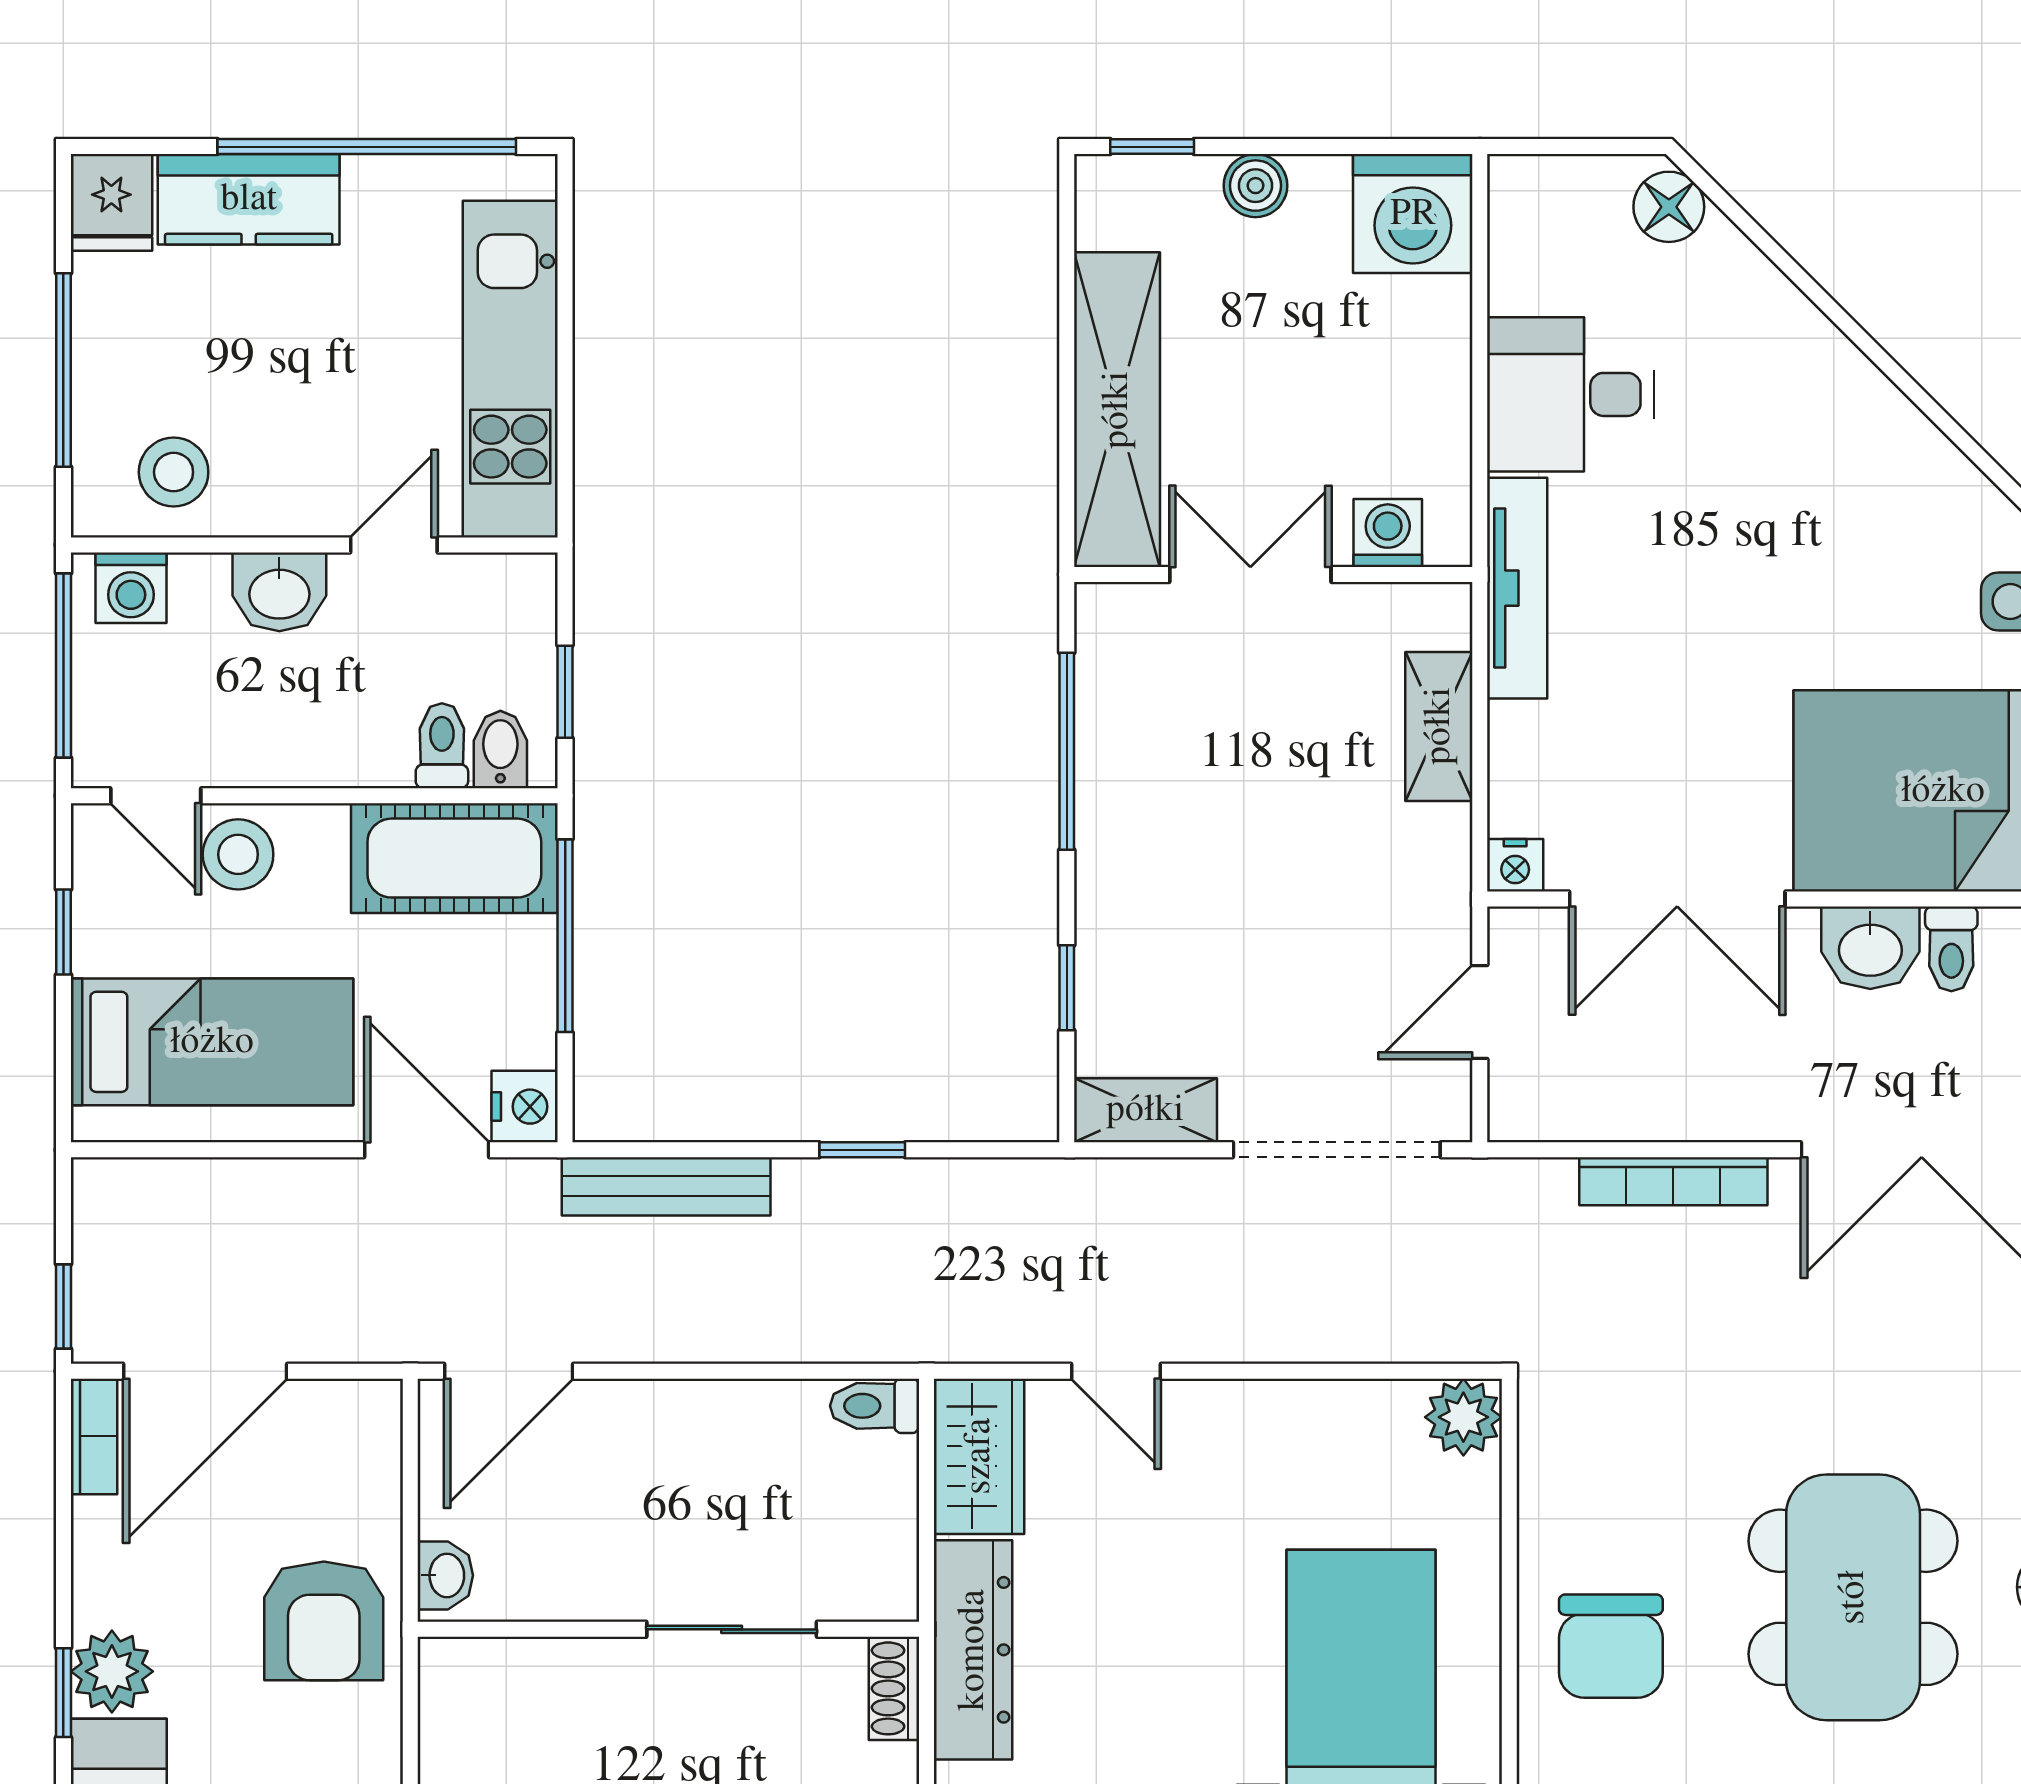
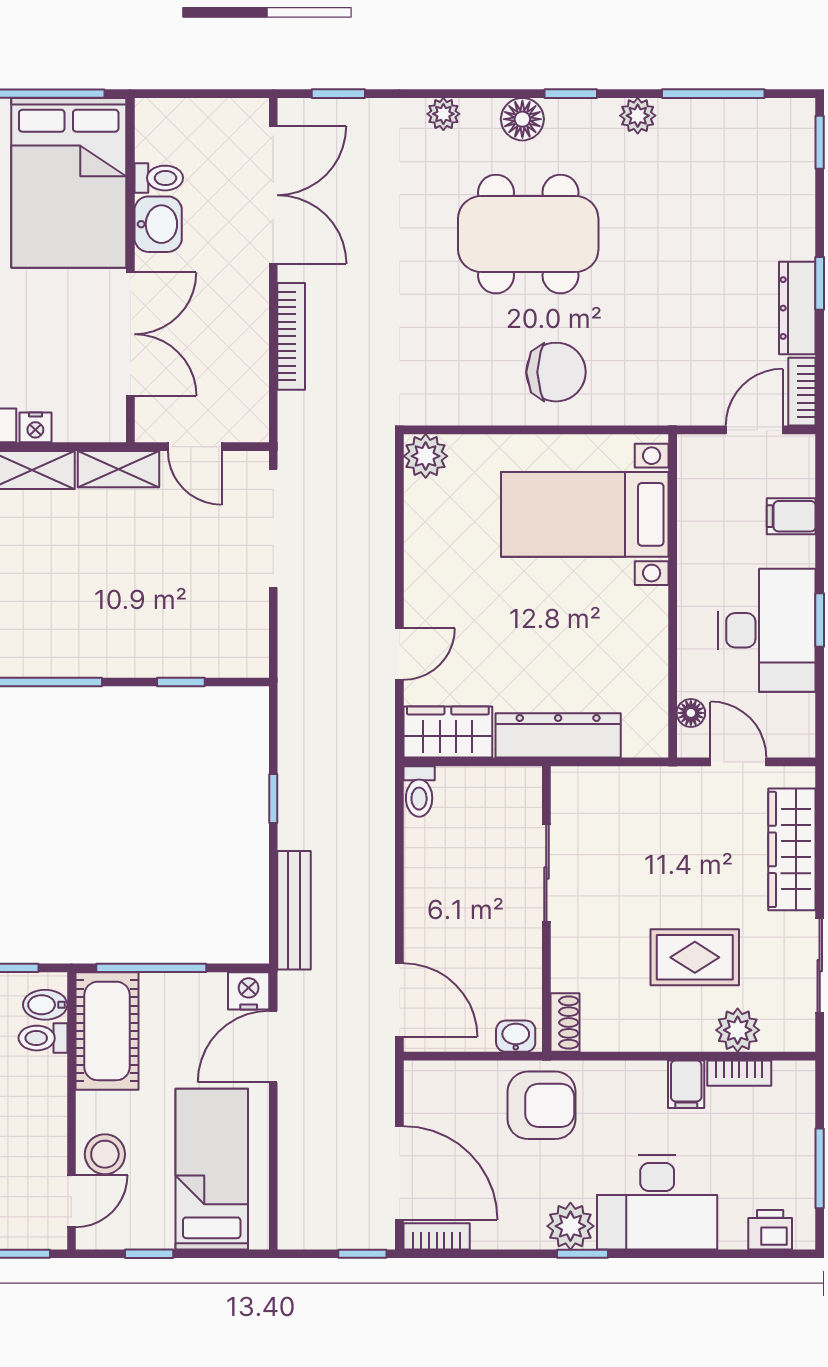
nightstand: (1515, 865) -> (35, 427), moved, turned 90
shelving: (1145, 1110) -> (119, 469), moved, turned 90
shoe rack: (894, 1688) -> (565, 1023), moved, turned -90

